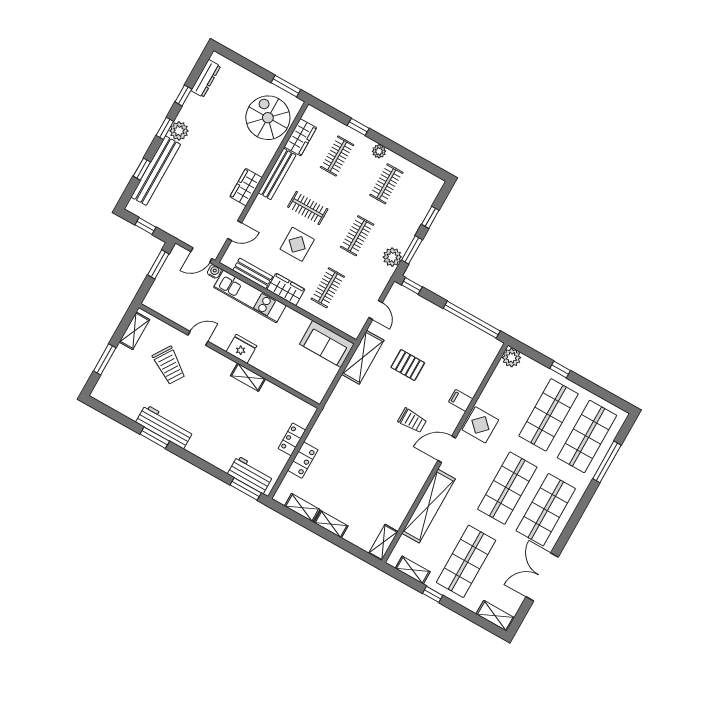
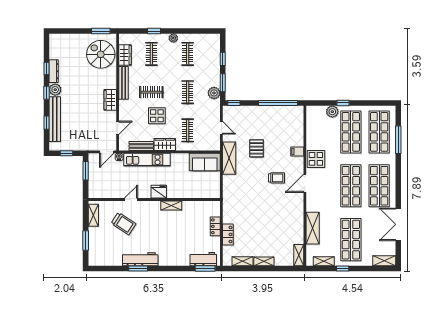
dresser: (206, 78) -> (54, 71), moved
plant: (511, 358) -> (332, 112), moved
pallet: (408, 365) -> (257, 148), turned 90
shelving: (429, 506) -> (313, 228), width x0.68

